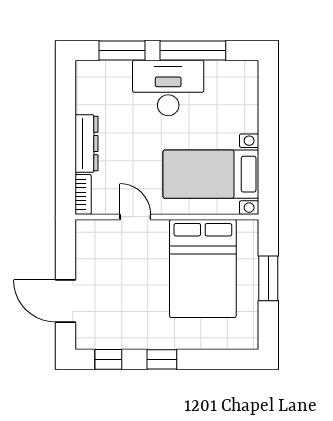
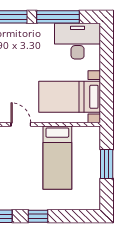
desk: (168, 88) -> (78, 41), moved
bed: (203, 268) -> (57, 158), width x0.67

